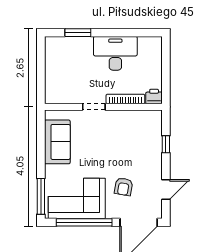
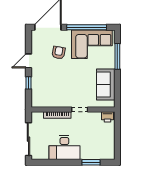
sliding door: (166, 65) -> (28, 139), added
printer: (154, 96) -> (107, 117), moved
door: (166, 190) -> (28, 61), moved
window: (41, 196) -> (117, 56), moved

